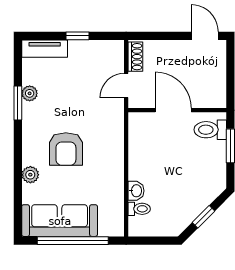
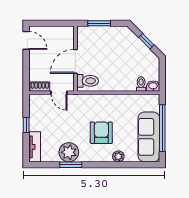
door: (205, 36) -> (26, 40), swing flipped
plant: (30, 93) -> (69, 152), width x1.88, depth x1.88
toilet: (210, 130) -> (88, 81), moved, turned -90
armchair: (66, 149) -> (101, 133), turned -90
washbasin: (136, 191) -> (153, 86), moved

